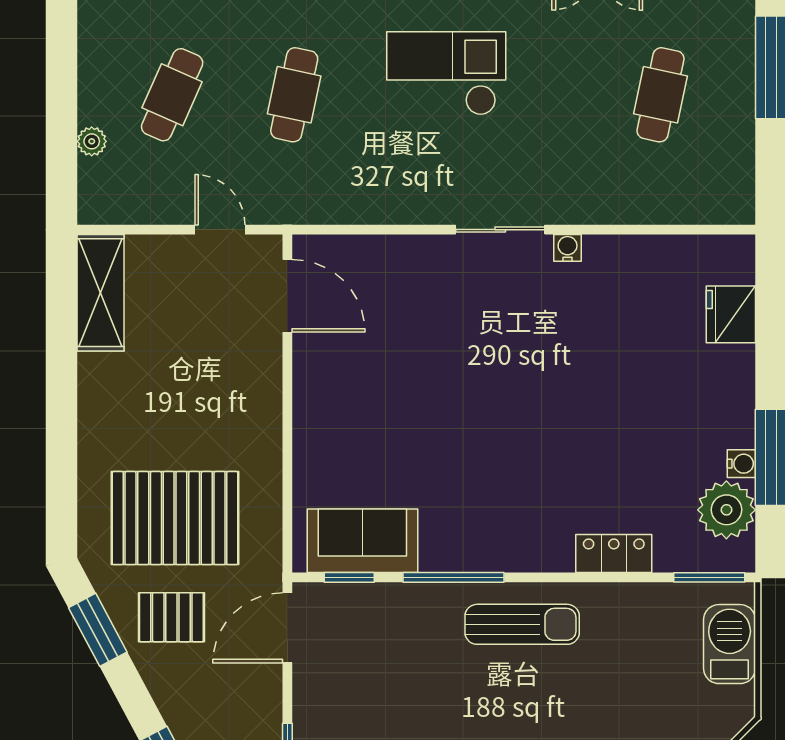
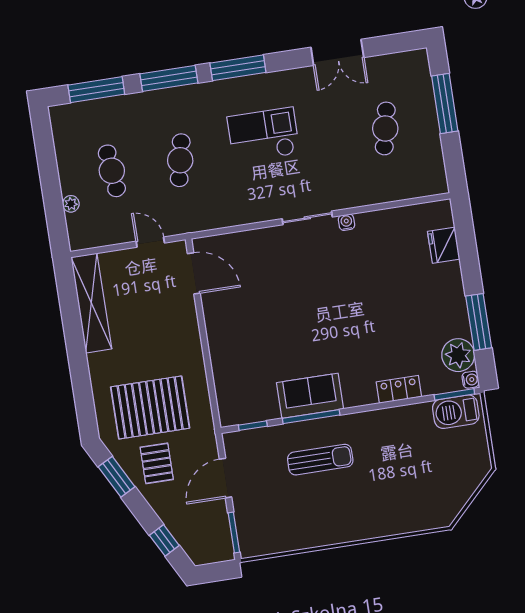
cafe table: (172, 95) -> (112, 171), turned -30
shelving: (101, 293) -> (91, 303), width x1.47
water cooler: (741, 464) -> (470, 380), moved
sofa: (362, 541) -> (310, 396), moved
pallet: (171, 617) -> (157, 463), turned 90
sun lounger: (522, 624) -> (320, 460), moved
door: (287, 628) -> (225, 478), moved
barbecue: (730, 644) -> (456, 412), moved, turned -90

